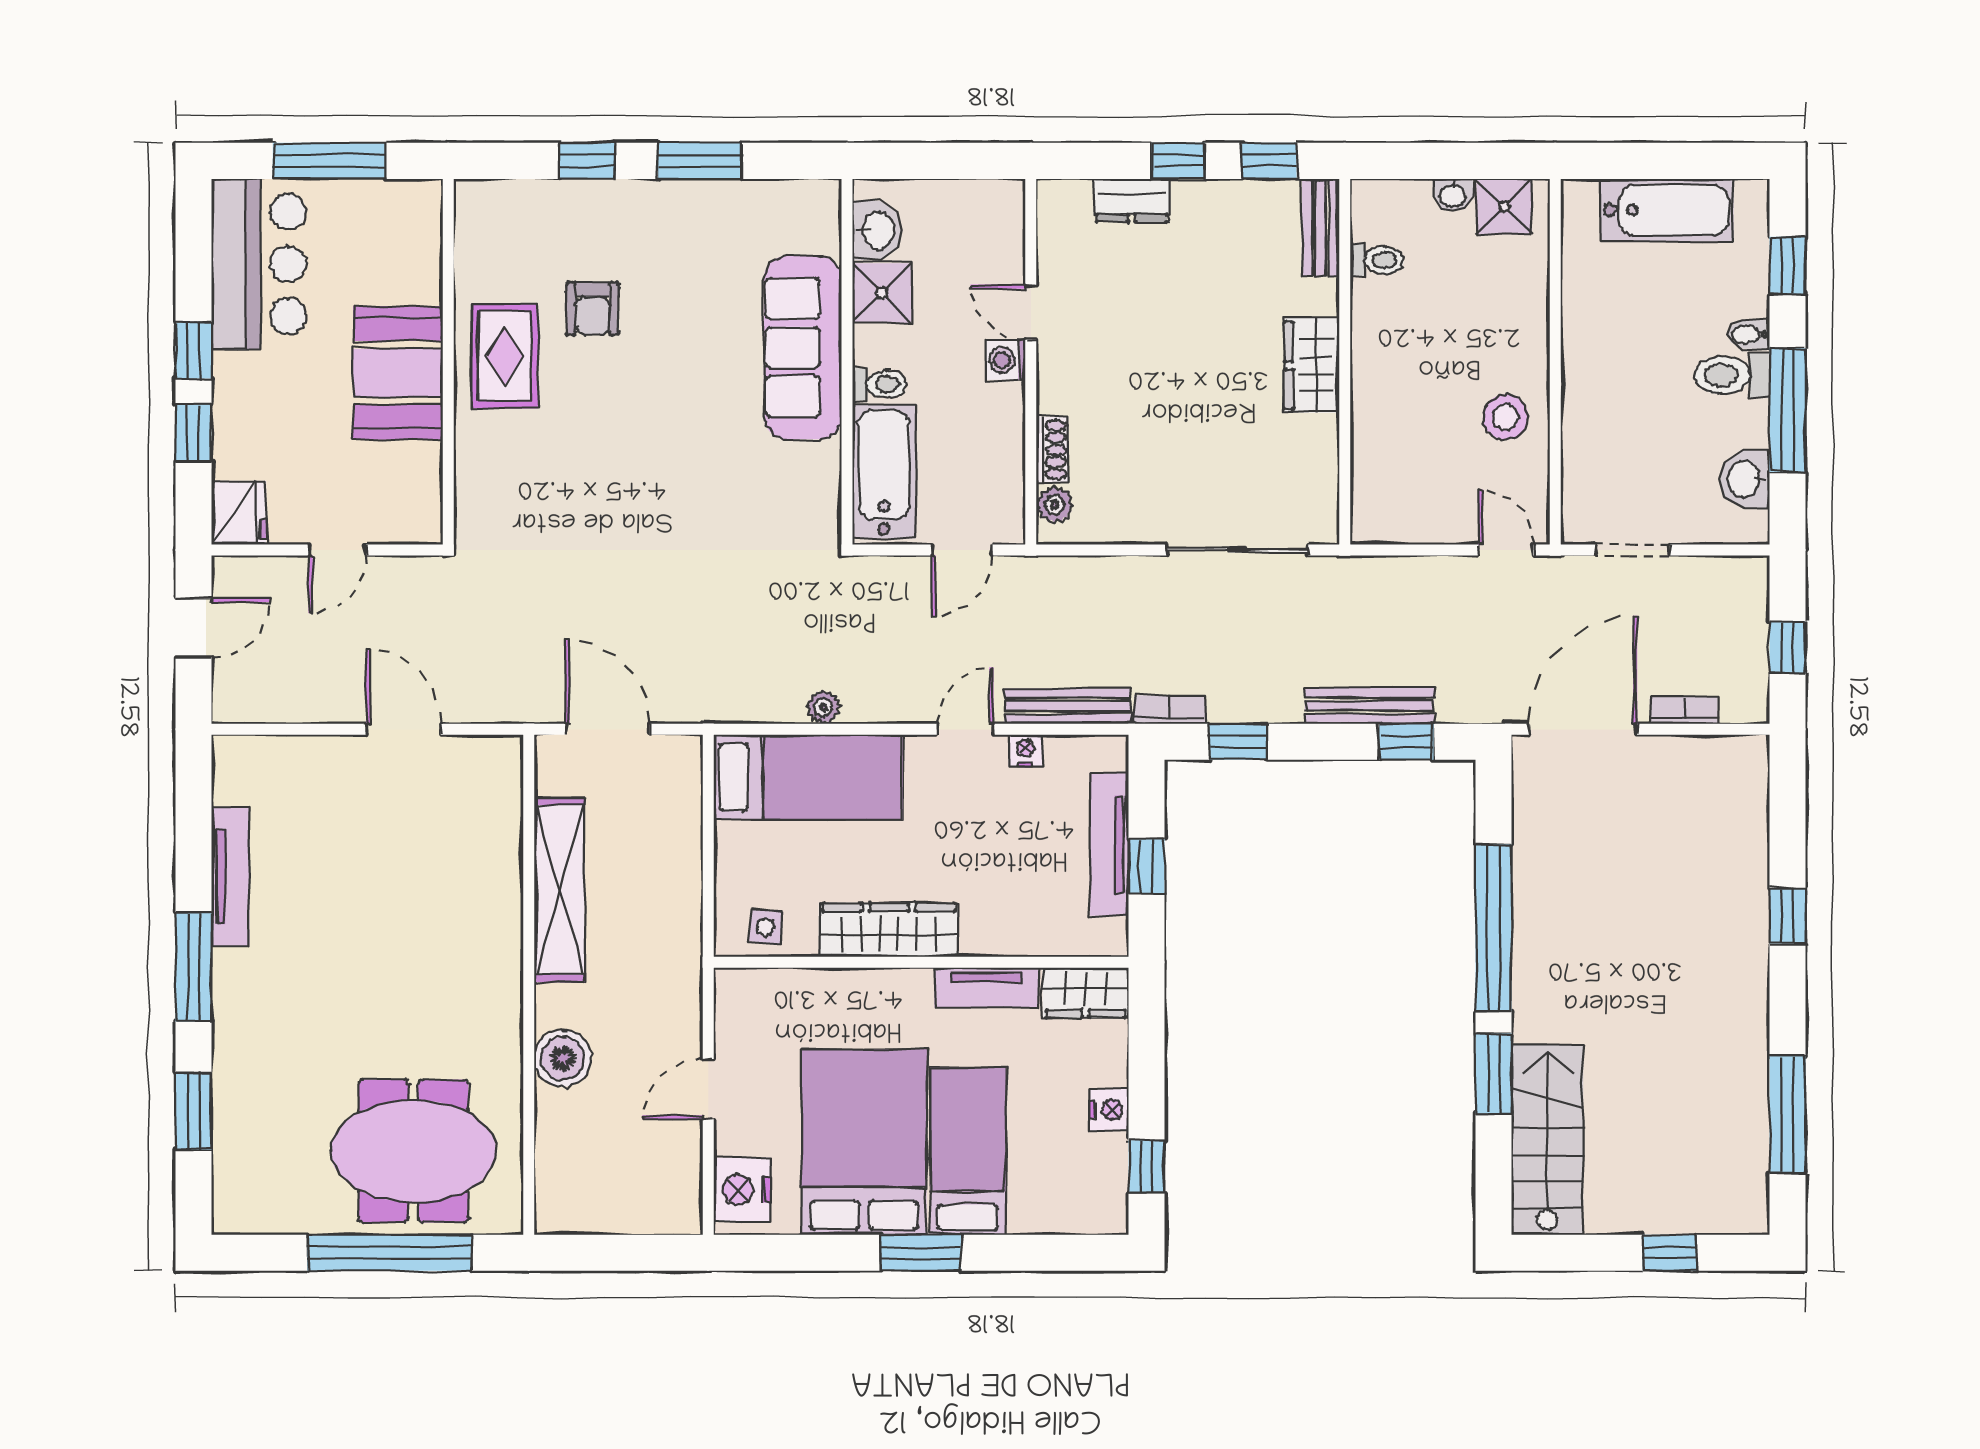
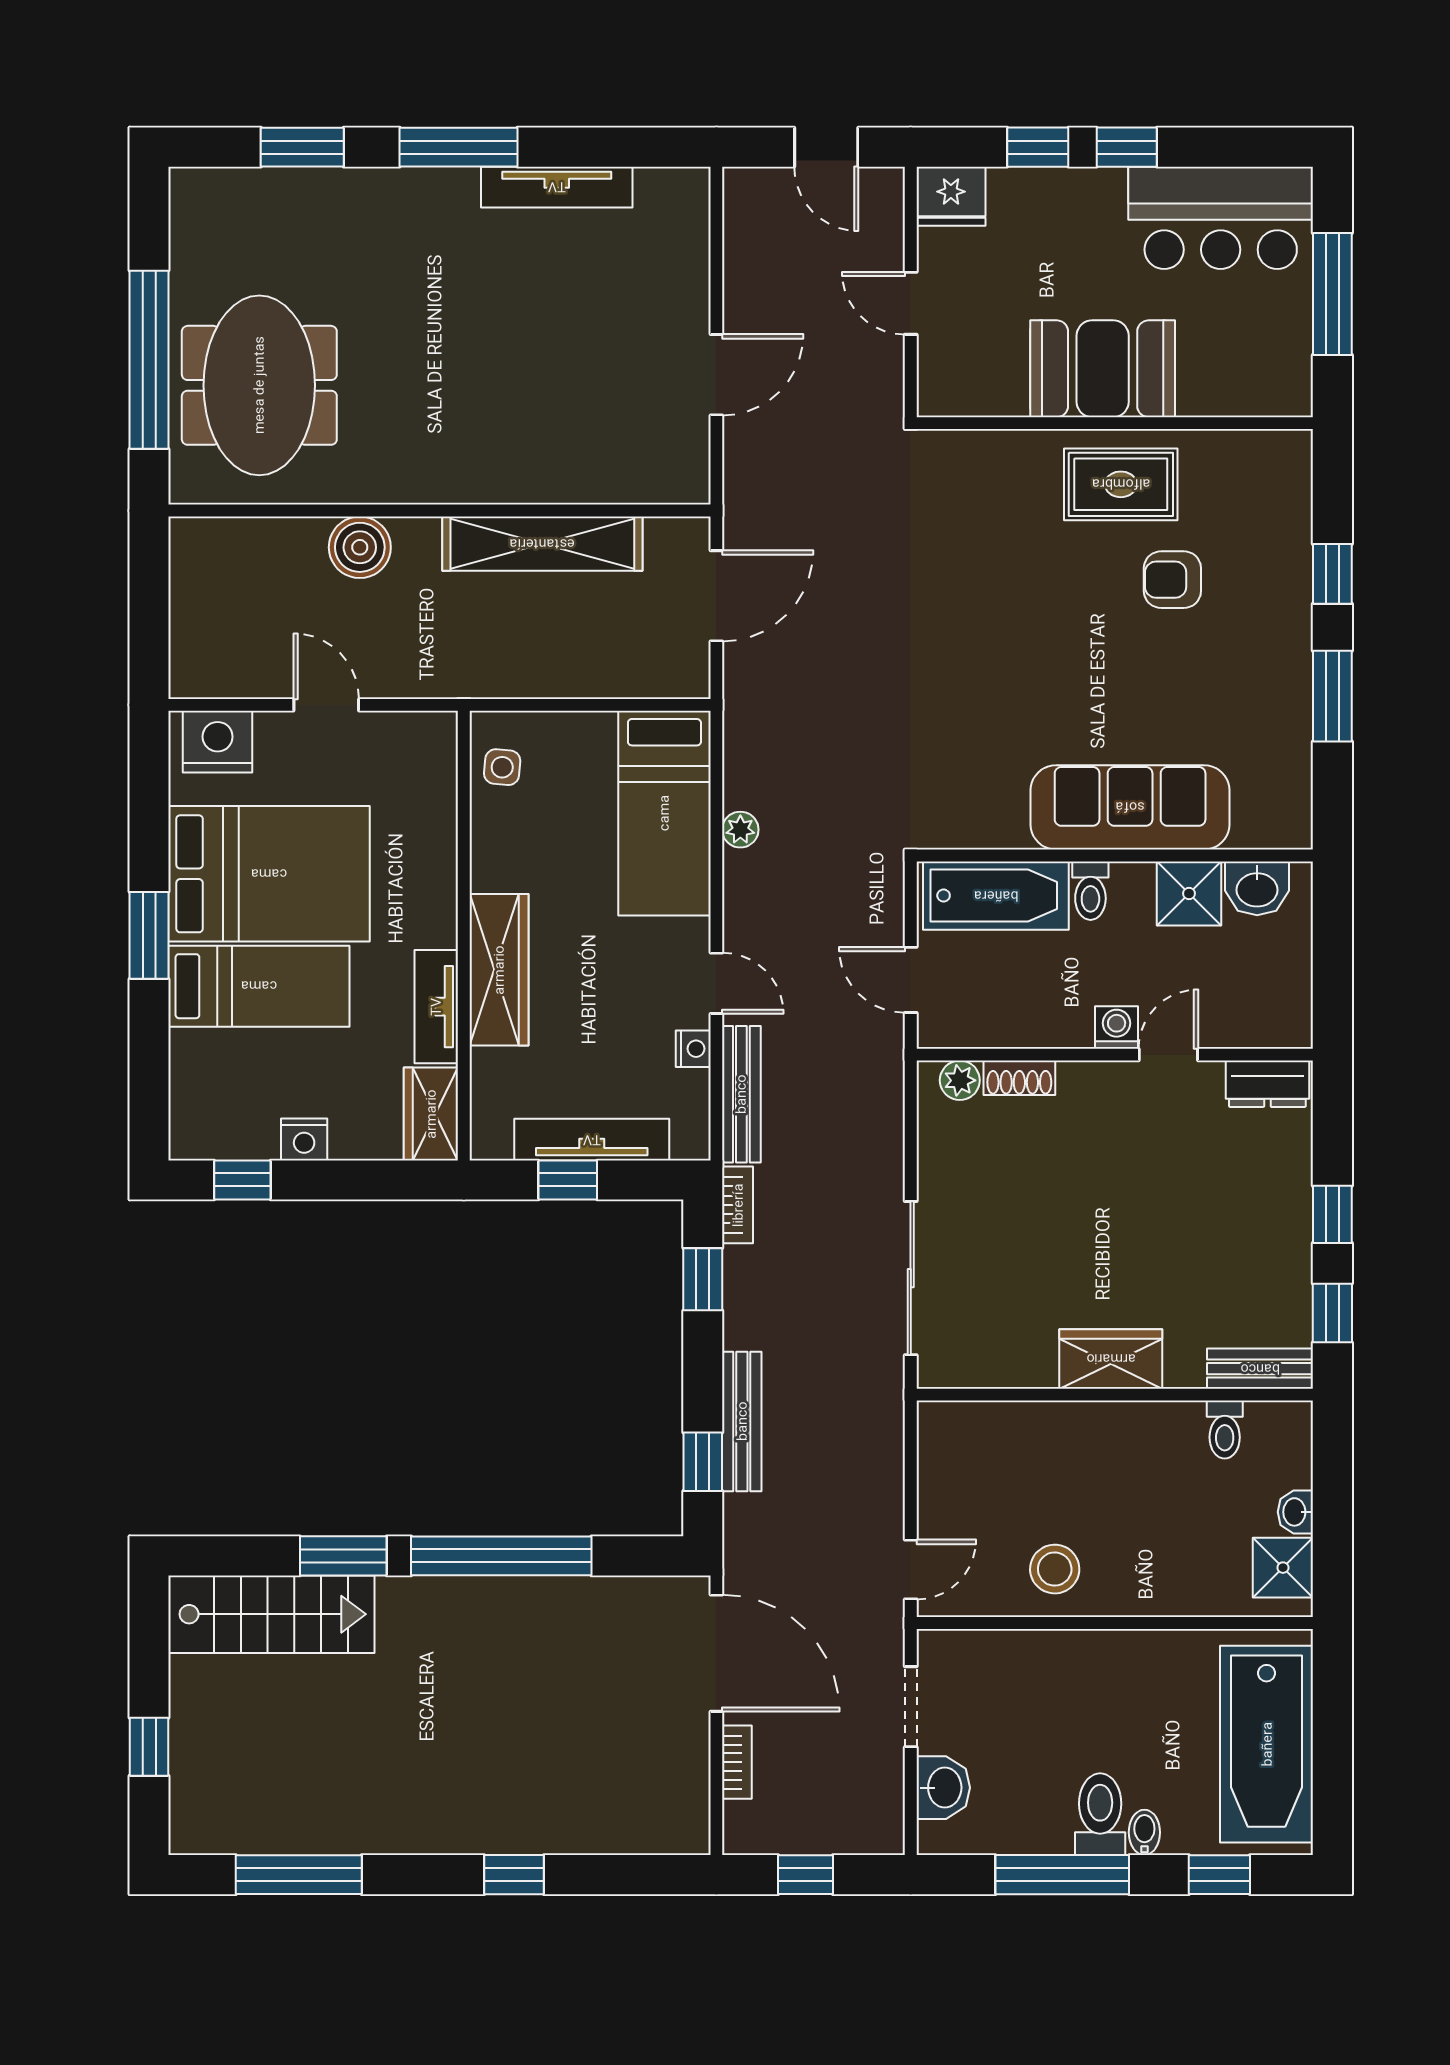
dresser: (1132, 200) -> (1267, 1084), moved, turned -90
bathtub: (1667, 210) -> (1267, 1744), width x1.36, depth x1.36
washbasin: (1745, 479) -> (943, 1788), moved, turned 90
wardrobe: (889, 930) -> (499, 970), moved

